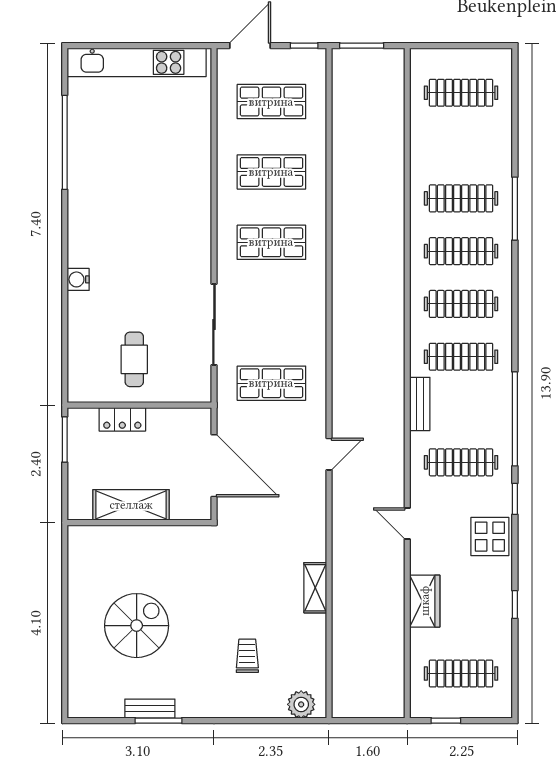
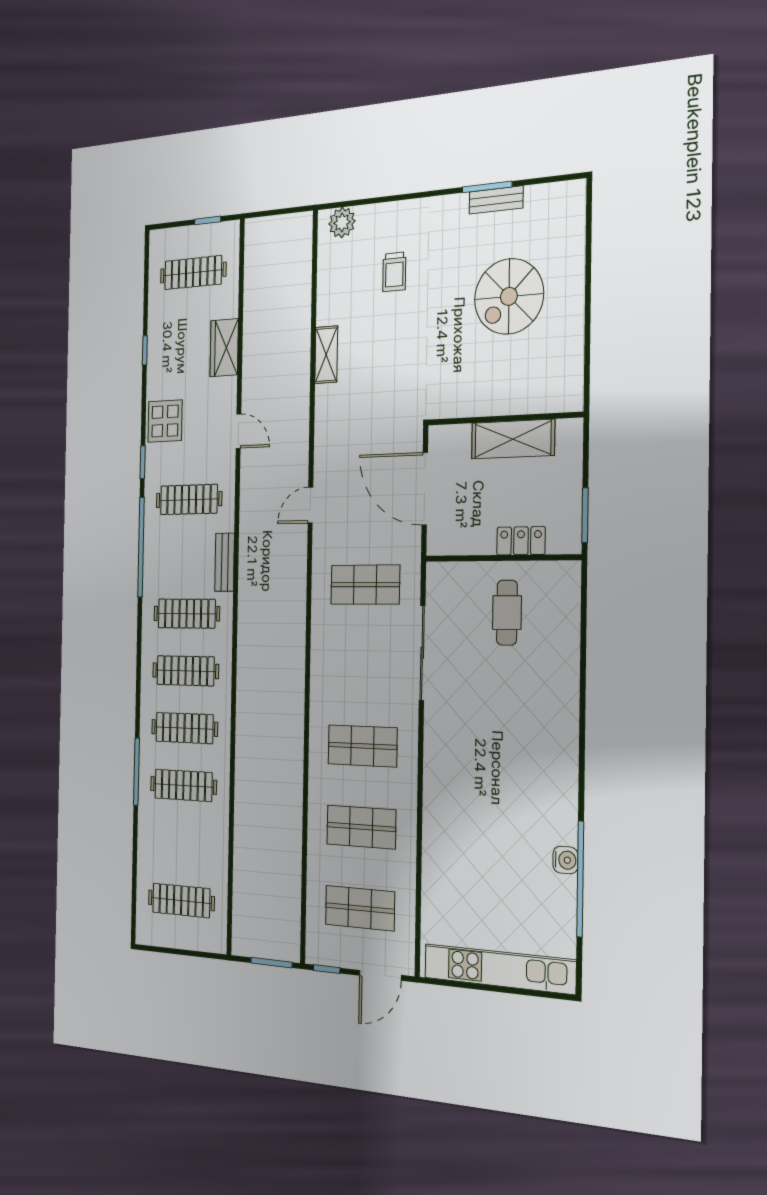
water cooler: (78, 279) -> (565, 860), moved

